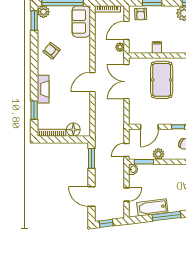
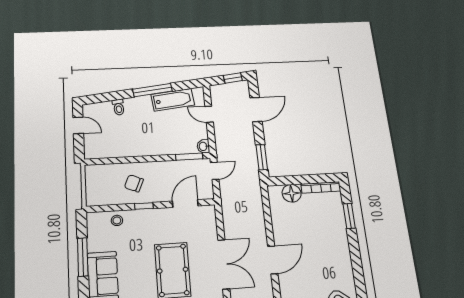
fireplace: (43, 89) -> (341, 245), removed
plant: (158, 154) -> (170, 168), removed
door: (127, 194) -> (209, 114), hinge flipped
door: (92, 197) -> (256, 109), hinge flipped

